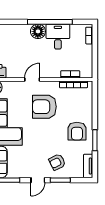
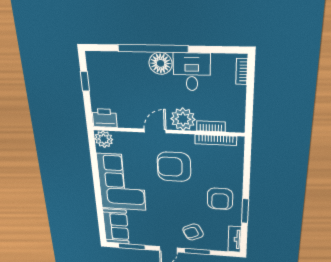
window: (50, 22) -> (153, 49), moved
plant: (52, 70) -> (183, 119), added

